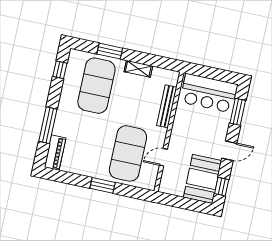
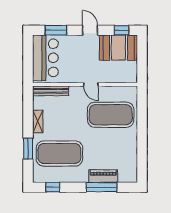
bench: (167, 106) -> (51, 91), moved
piano: (55, 153) -> (103, 176), moved
door: (163, 157) -> (91, 84), moved
window: (103, 185) -> (142, 130), removed

